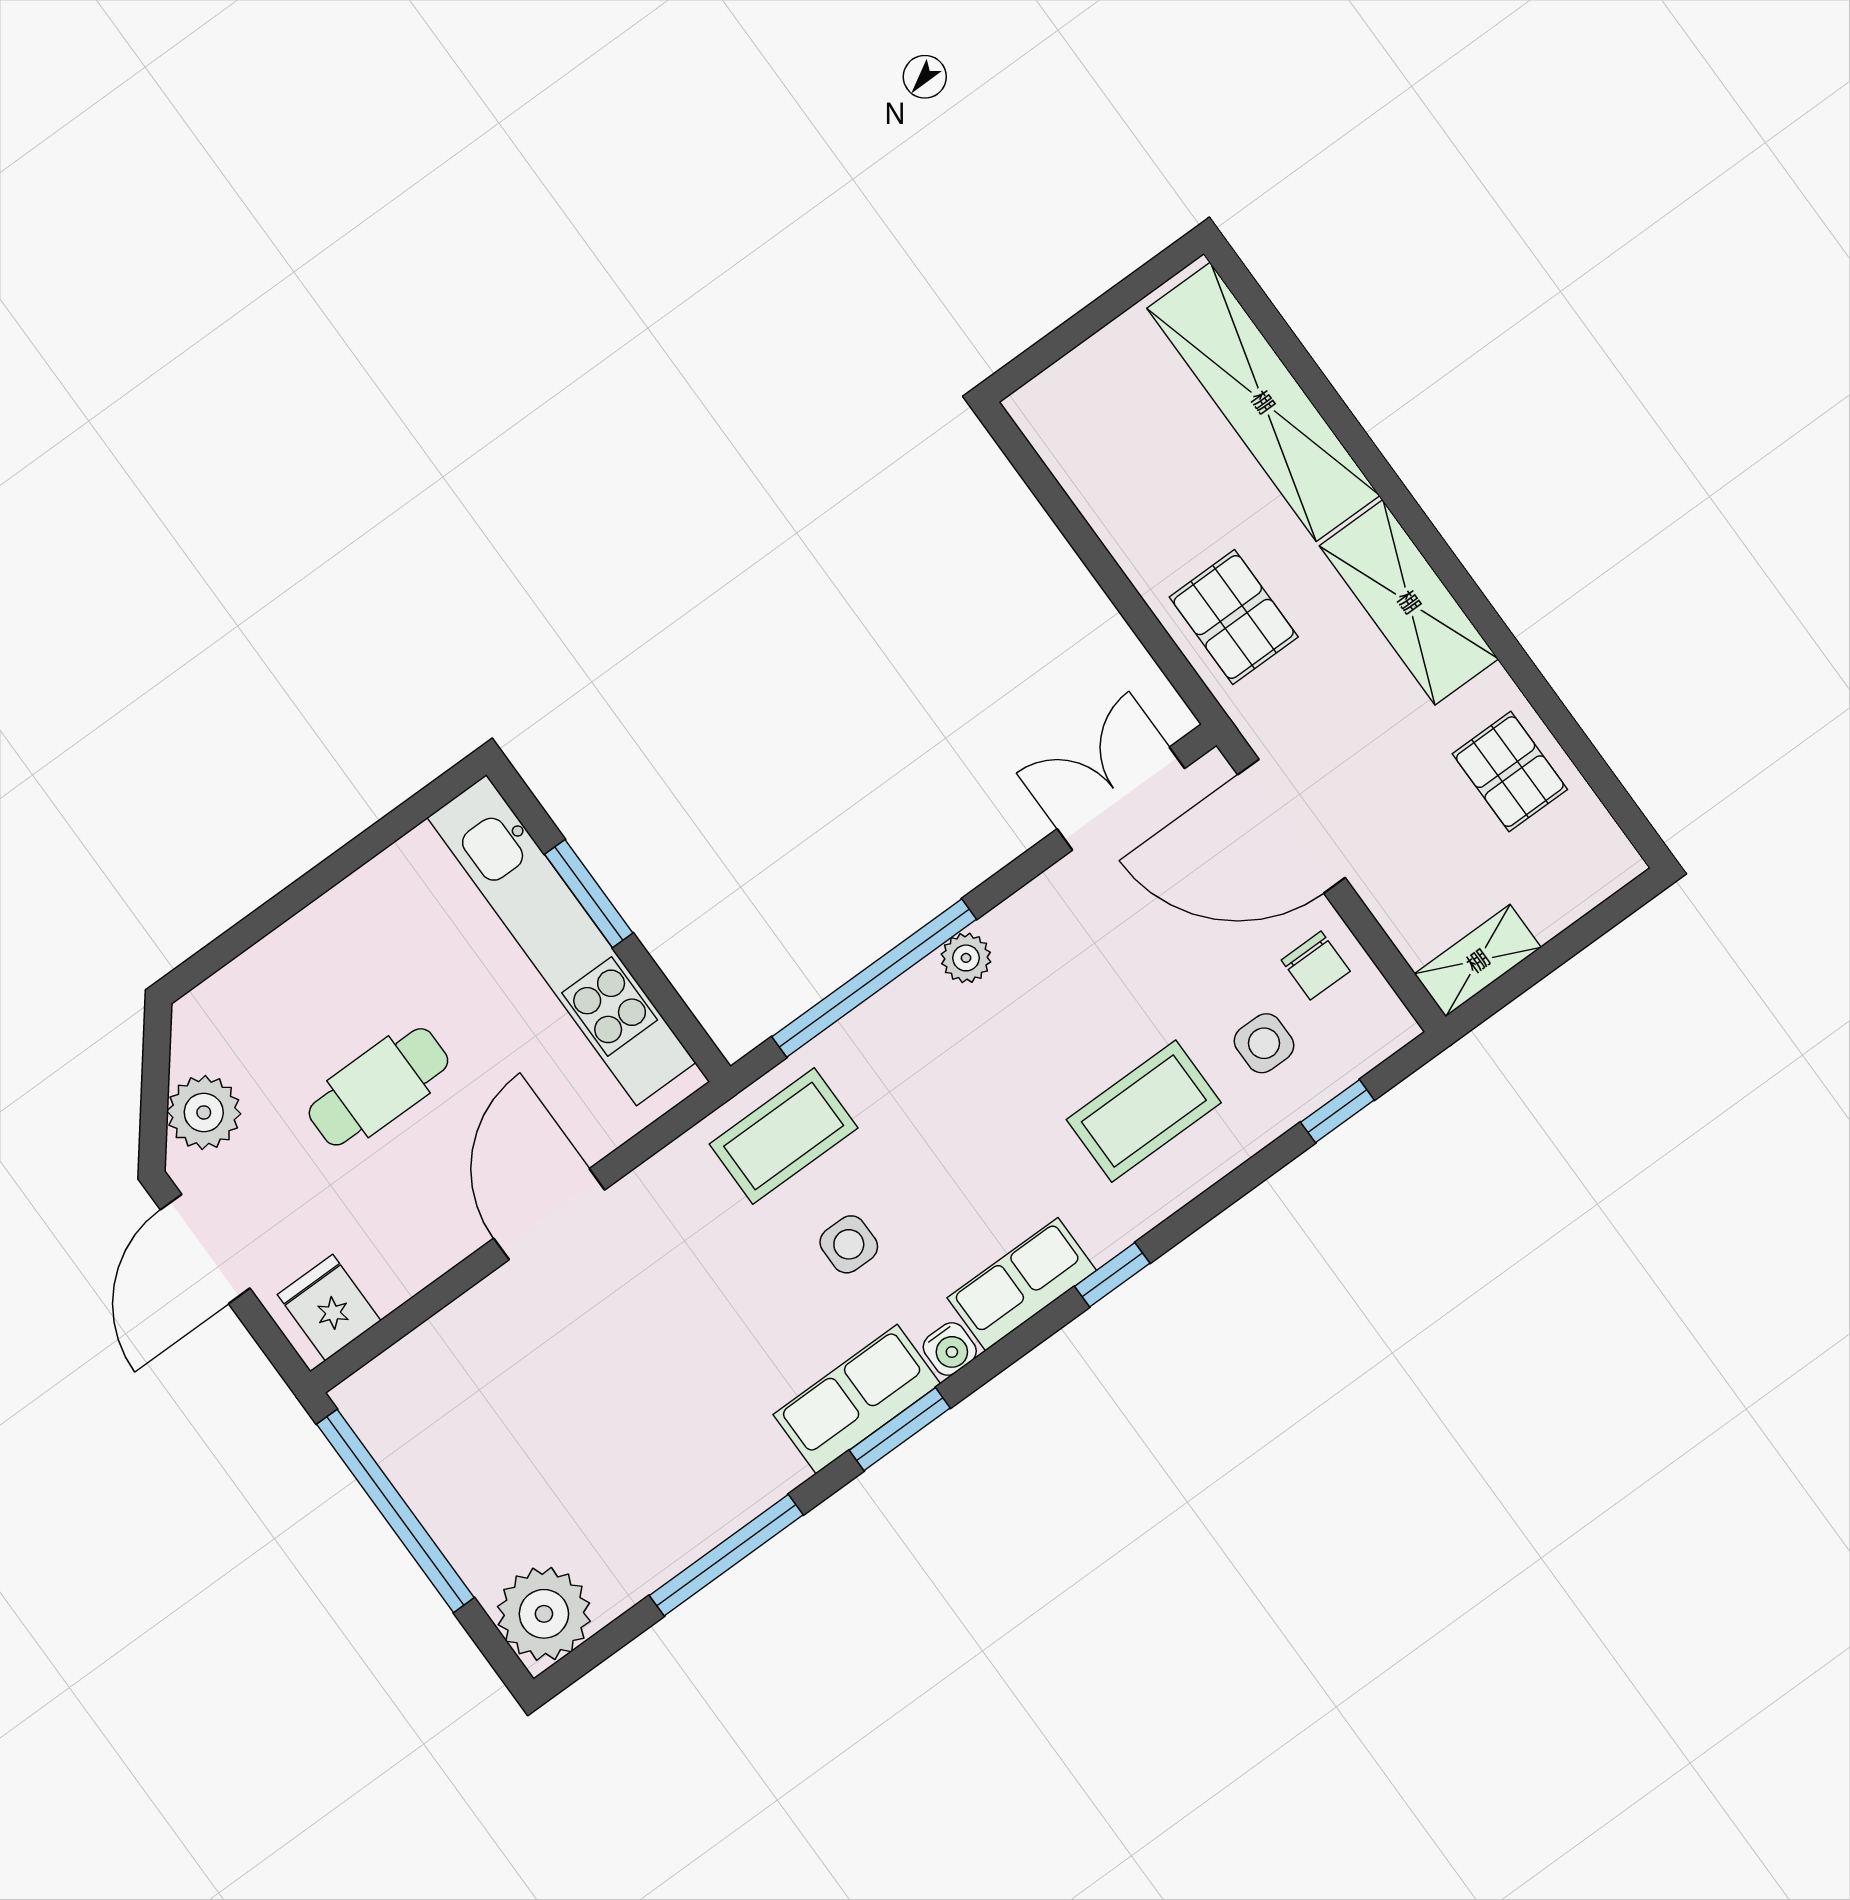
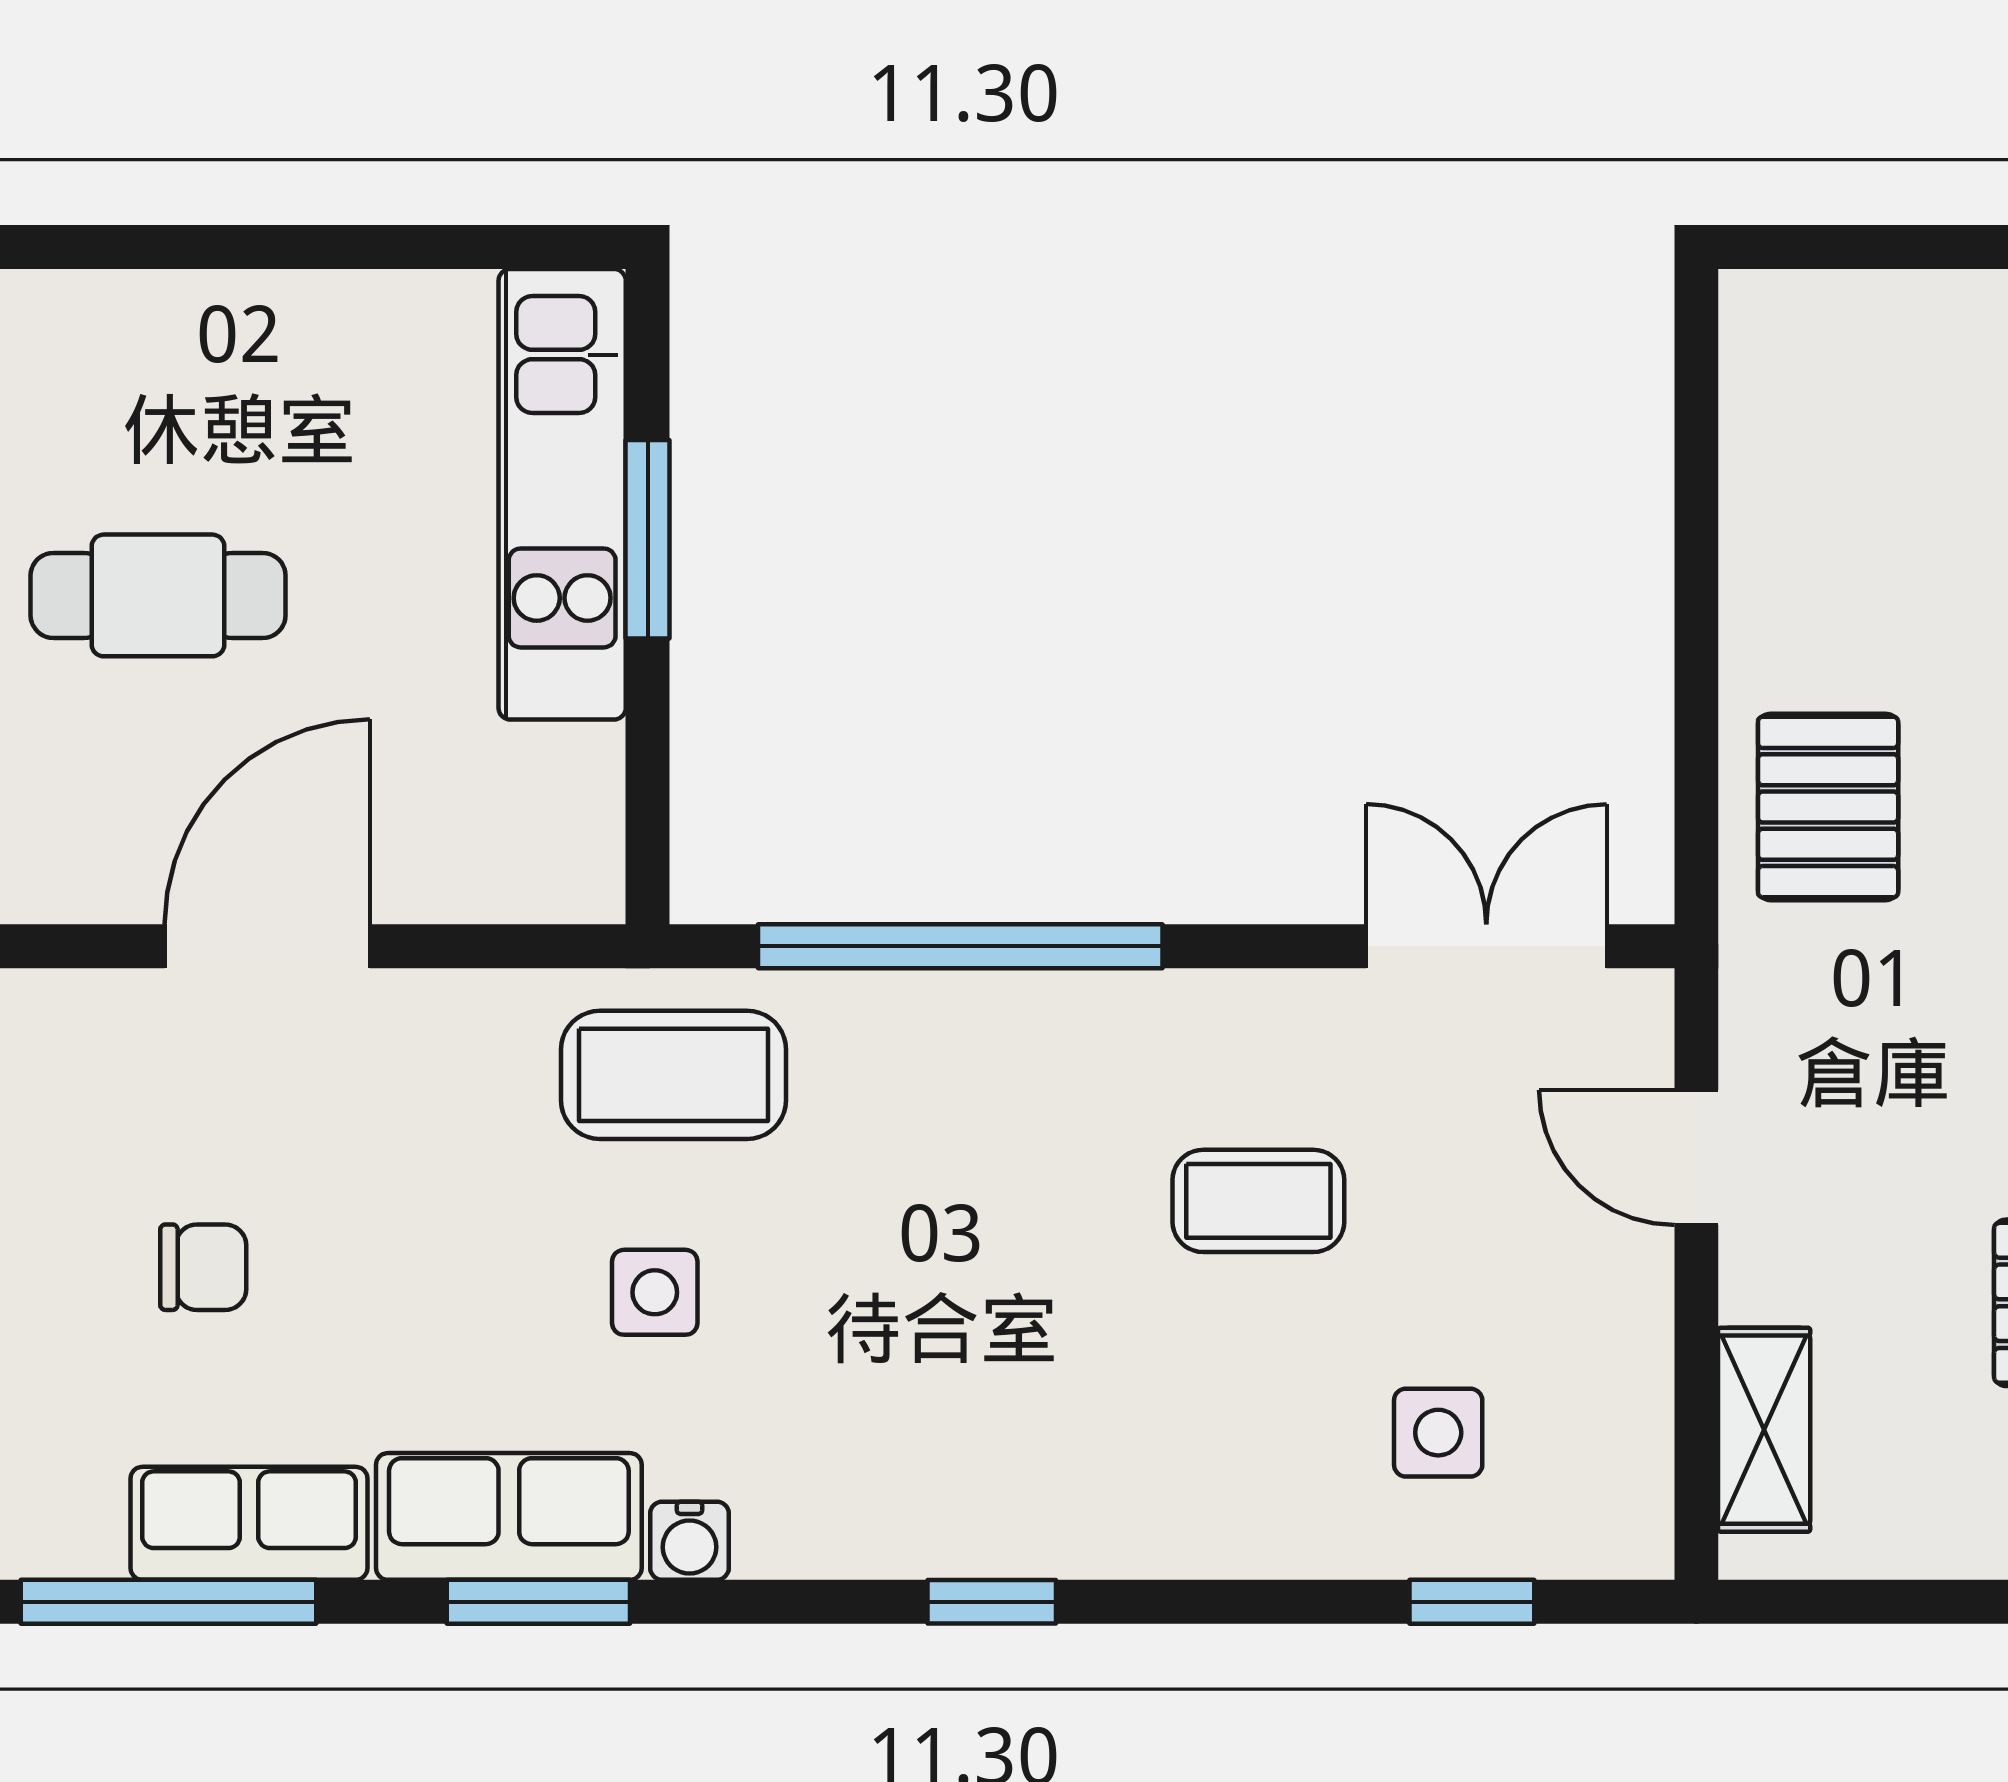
door: (1291, 826) -> (1696, 1157), width x0.53
kitchen unit: (561, 940) -> (562, 494), width x0.73
plant: (966, 958) -> (1109, 1011), removed
shelving: (1478, 961) -> (1764, 1430), moved, turned 90
chair: (1316, 966) -> (203, 1267), moved, turned -90
coffee table: (1144, 1111) -> (1258, 1201), moved, width x0.73, depth x0.77
row of seats: (1022, 1284) -> (249, 1523), moved

